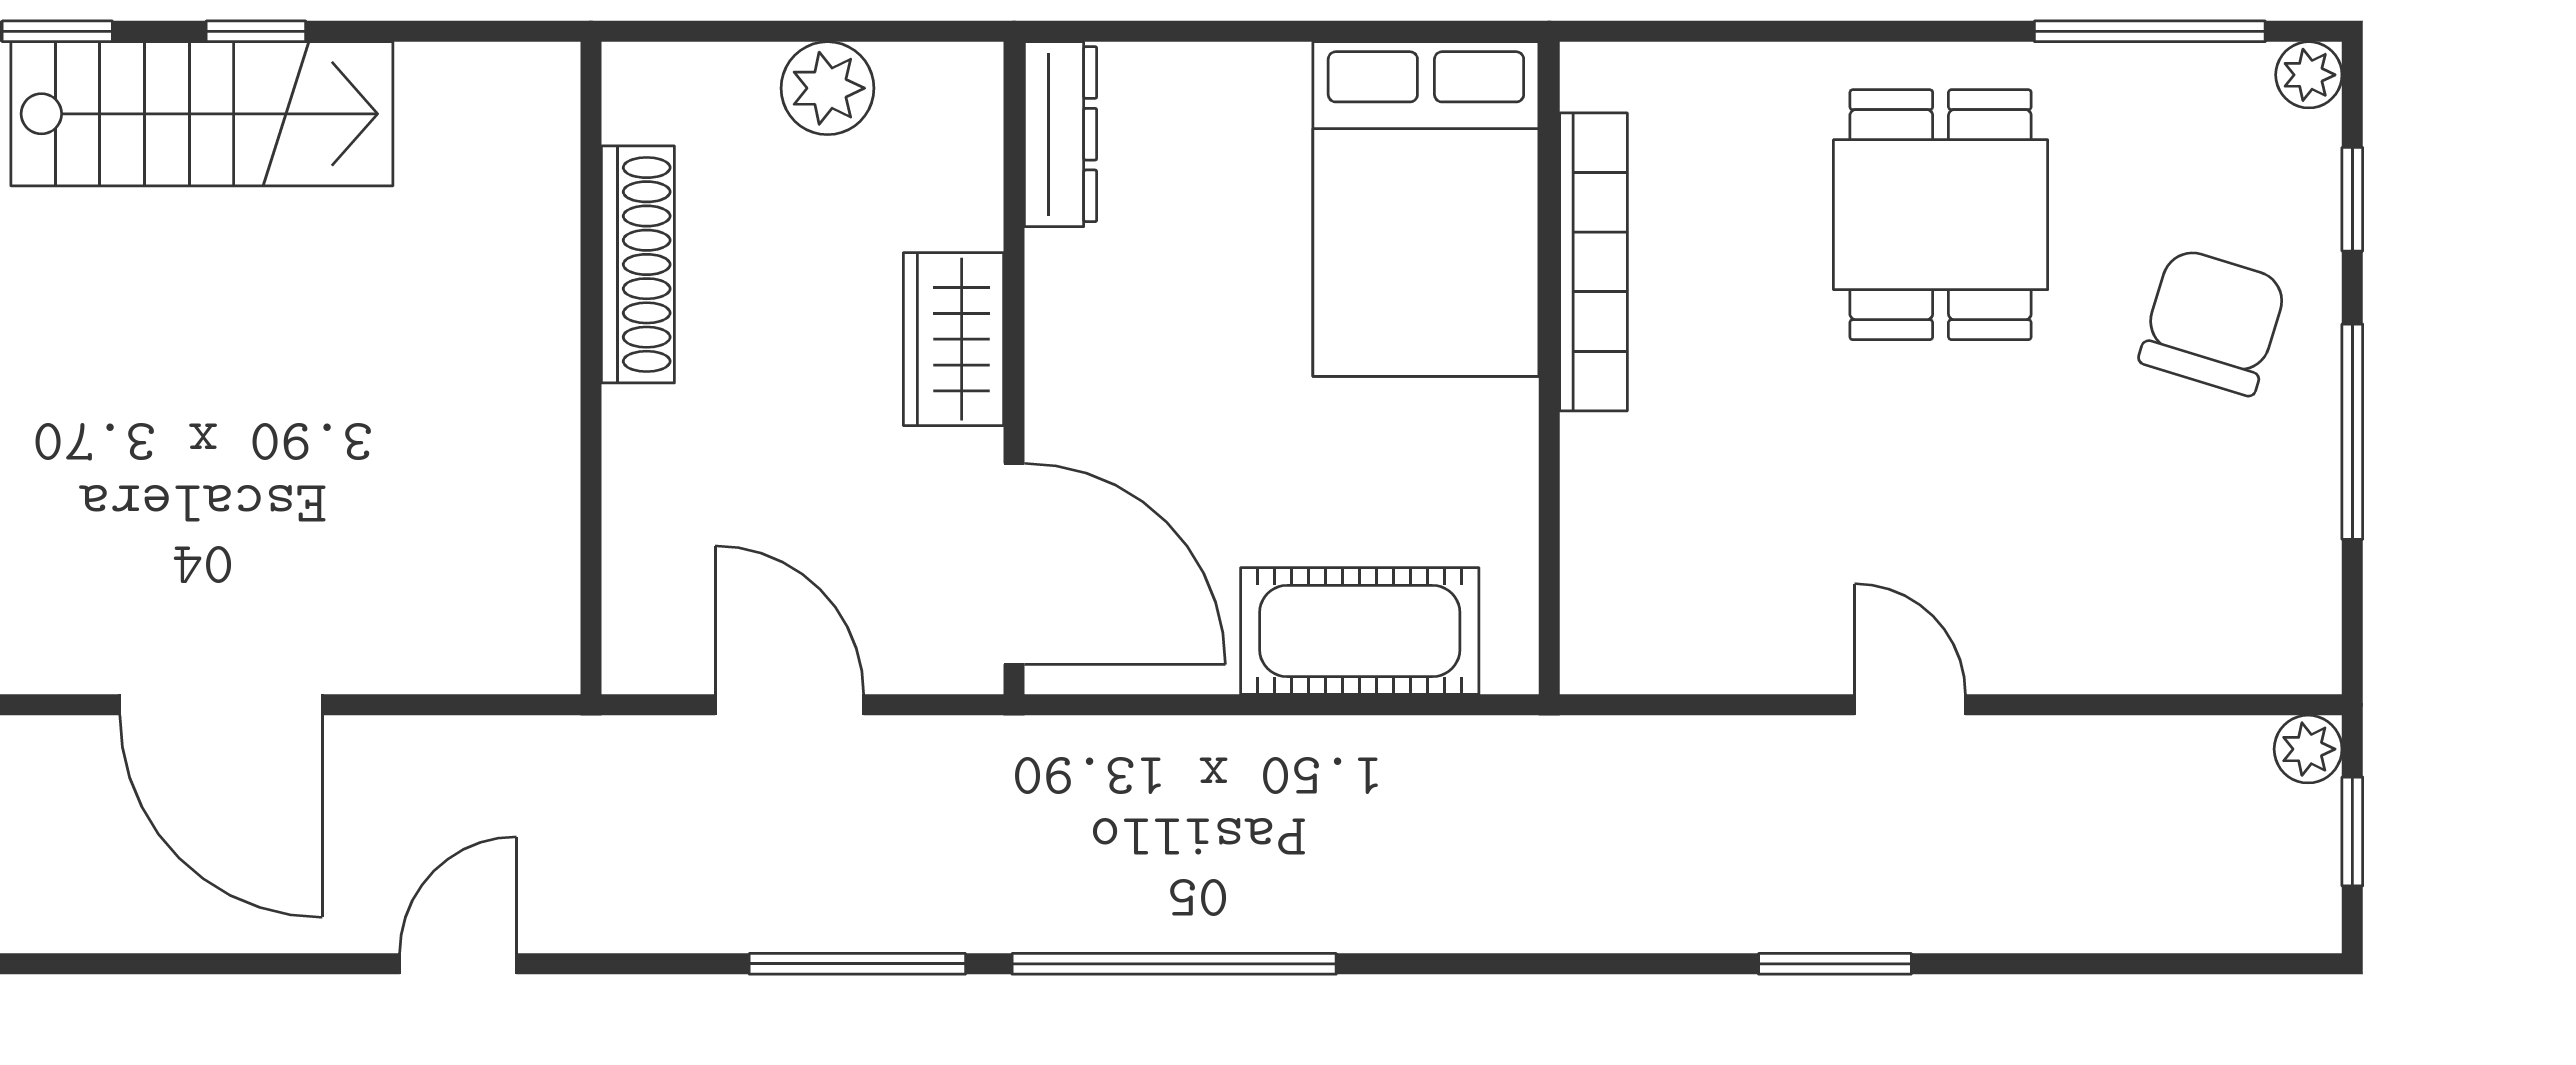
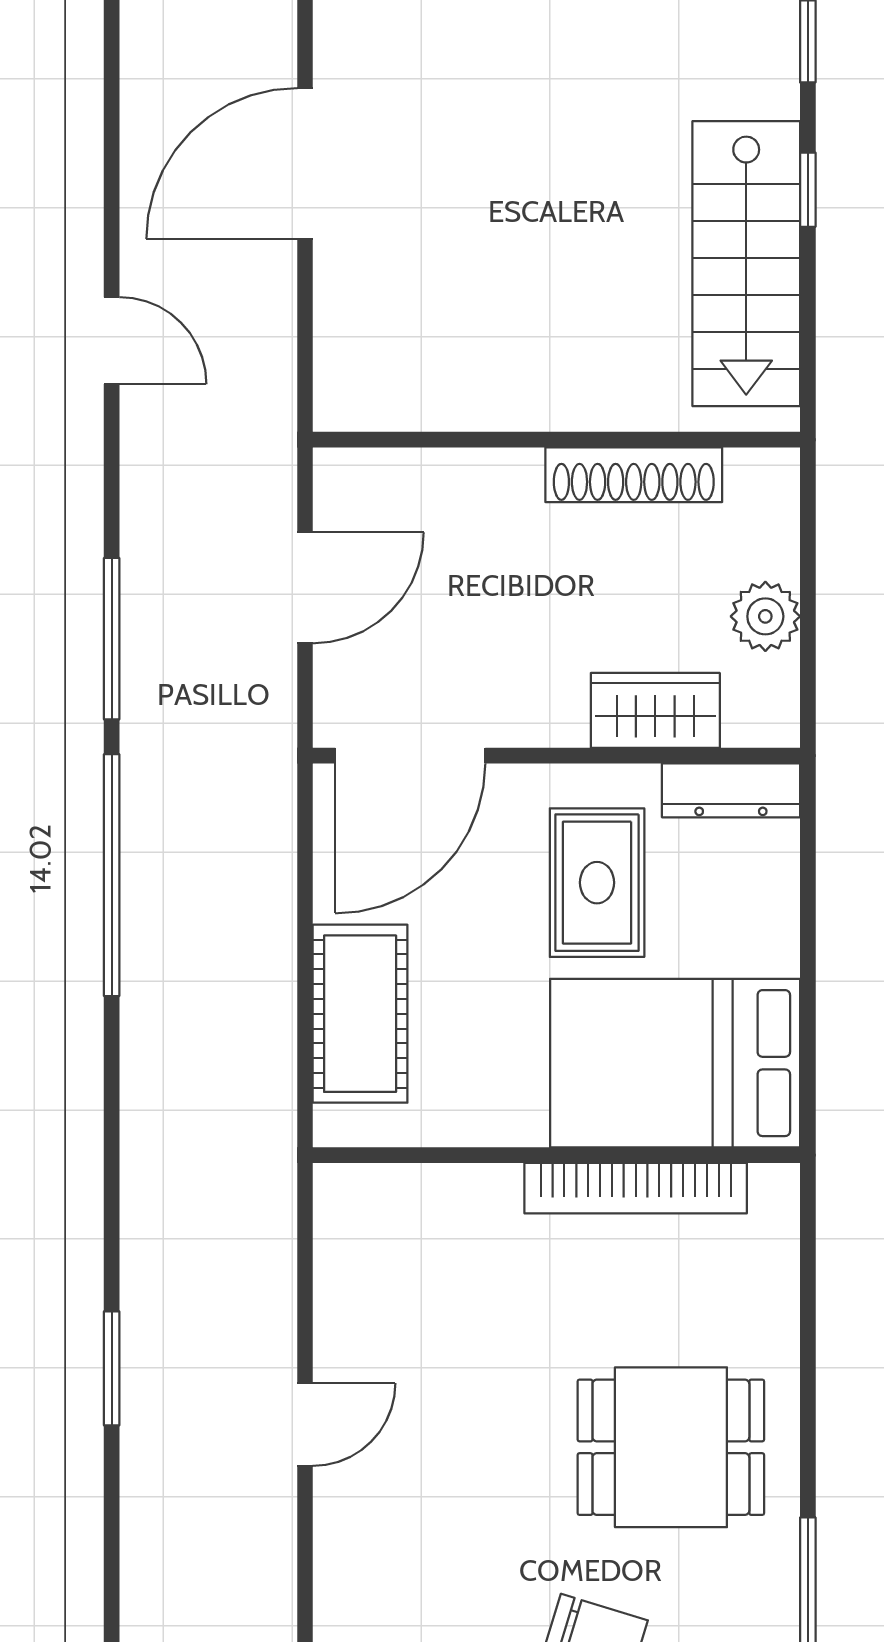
stairs: (202, 114) -> (746, 264), moved
rug: (1184, 314) -> (597, 883), added
wardrobe: (953, 339) -> (655, 710), moved

